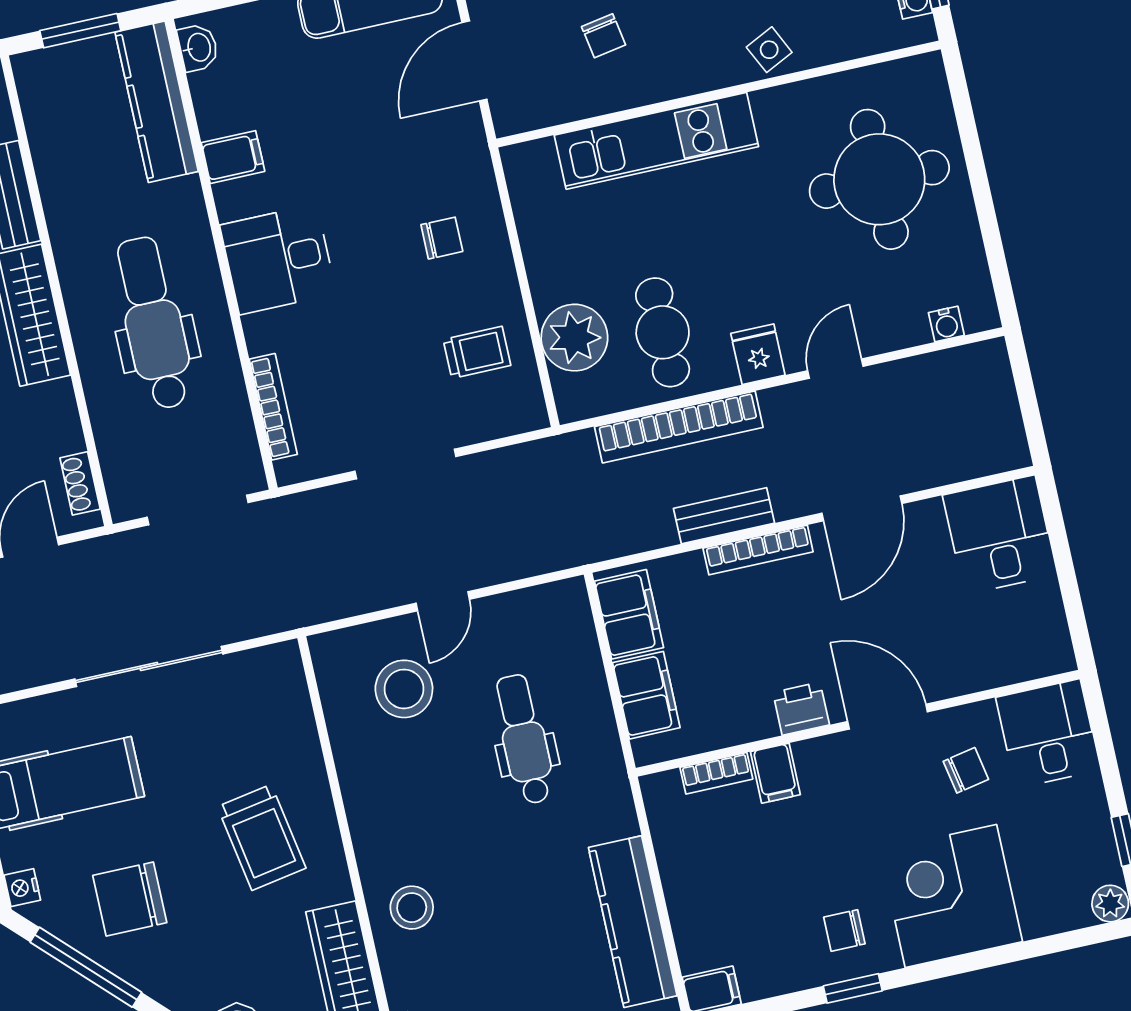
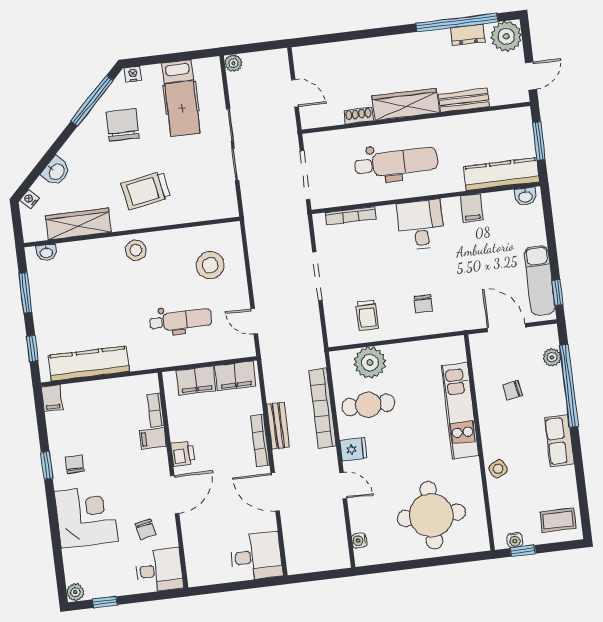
shoe rack: (80, 483) -> (359, 116), moved
door: (443, 601) -> (254, 321), moved
stool: (412, 908) -> (136, 250), moved

